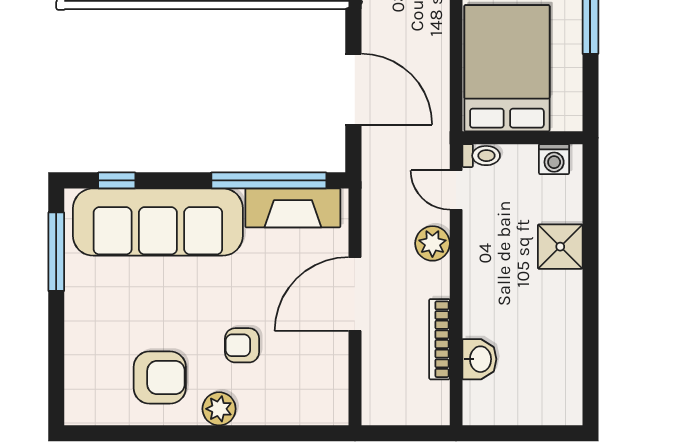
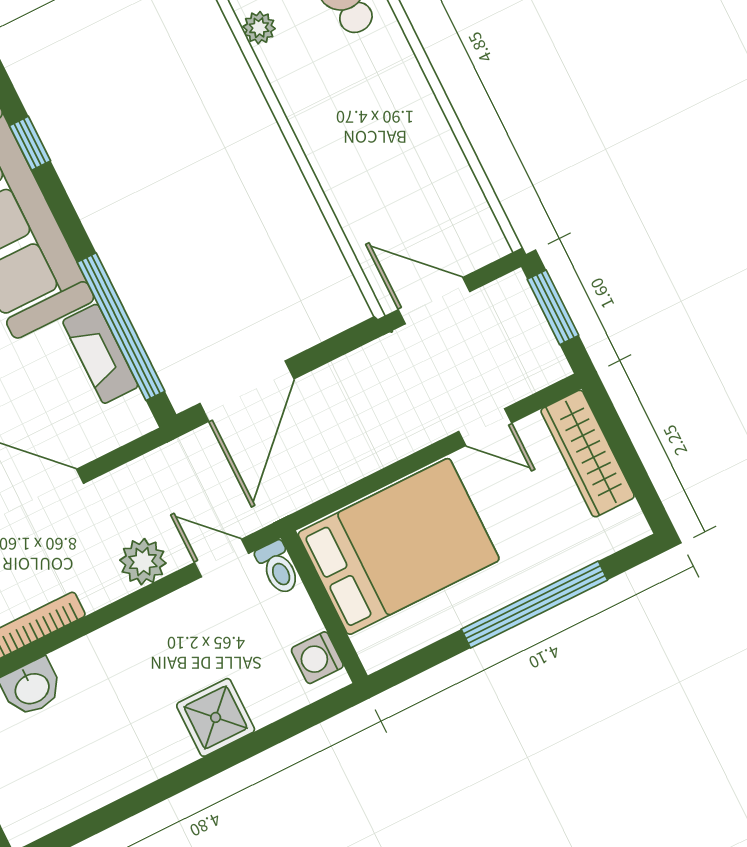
door: (353, 89) -> (247, 391), moved
door: (456, 190) -> (222, 558), hinge flipped
fireplace: (293, 208) -> (100, 354), width x0.73, depth x0.76

